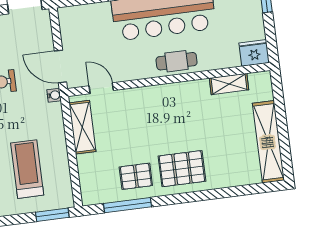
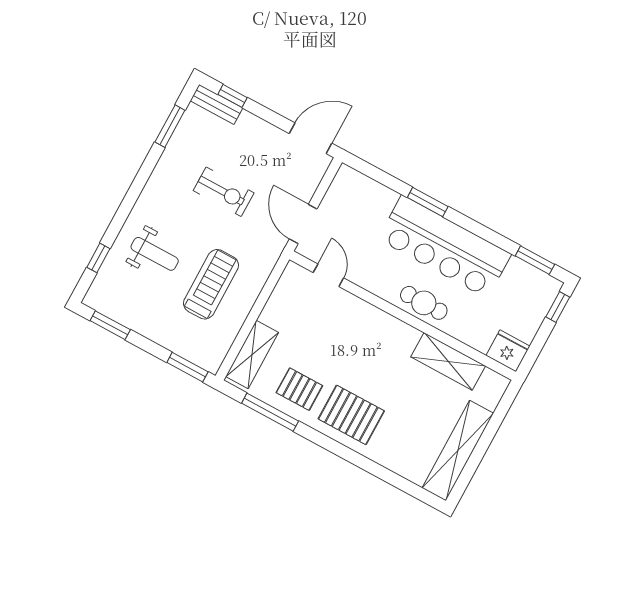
shelving: (229, 84) -> (448, 361), width x1.50, depth x1.33
water cooler: (54, 95) -> (276, 248), removed
shelving: (82, 127) -> (252, 354), moved
treadmill: (27, 169) -> (211, 284), moved

